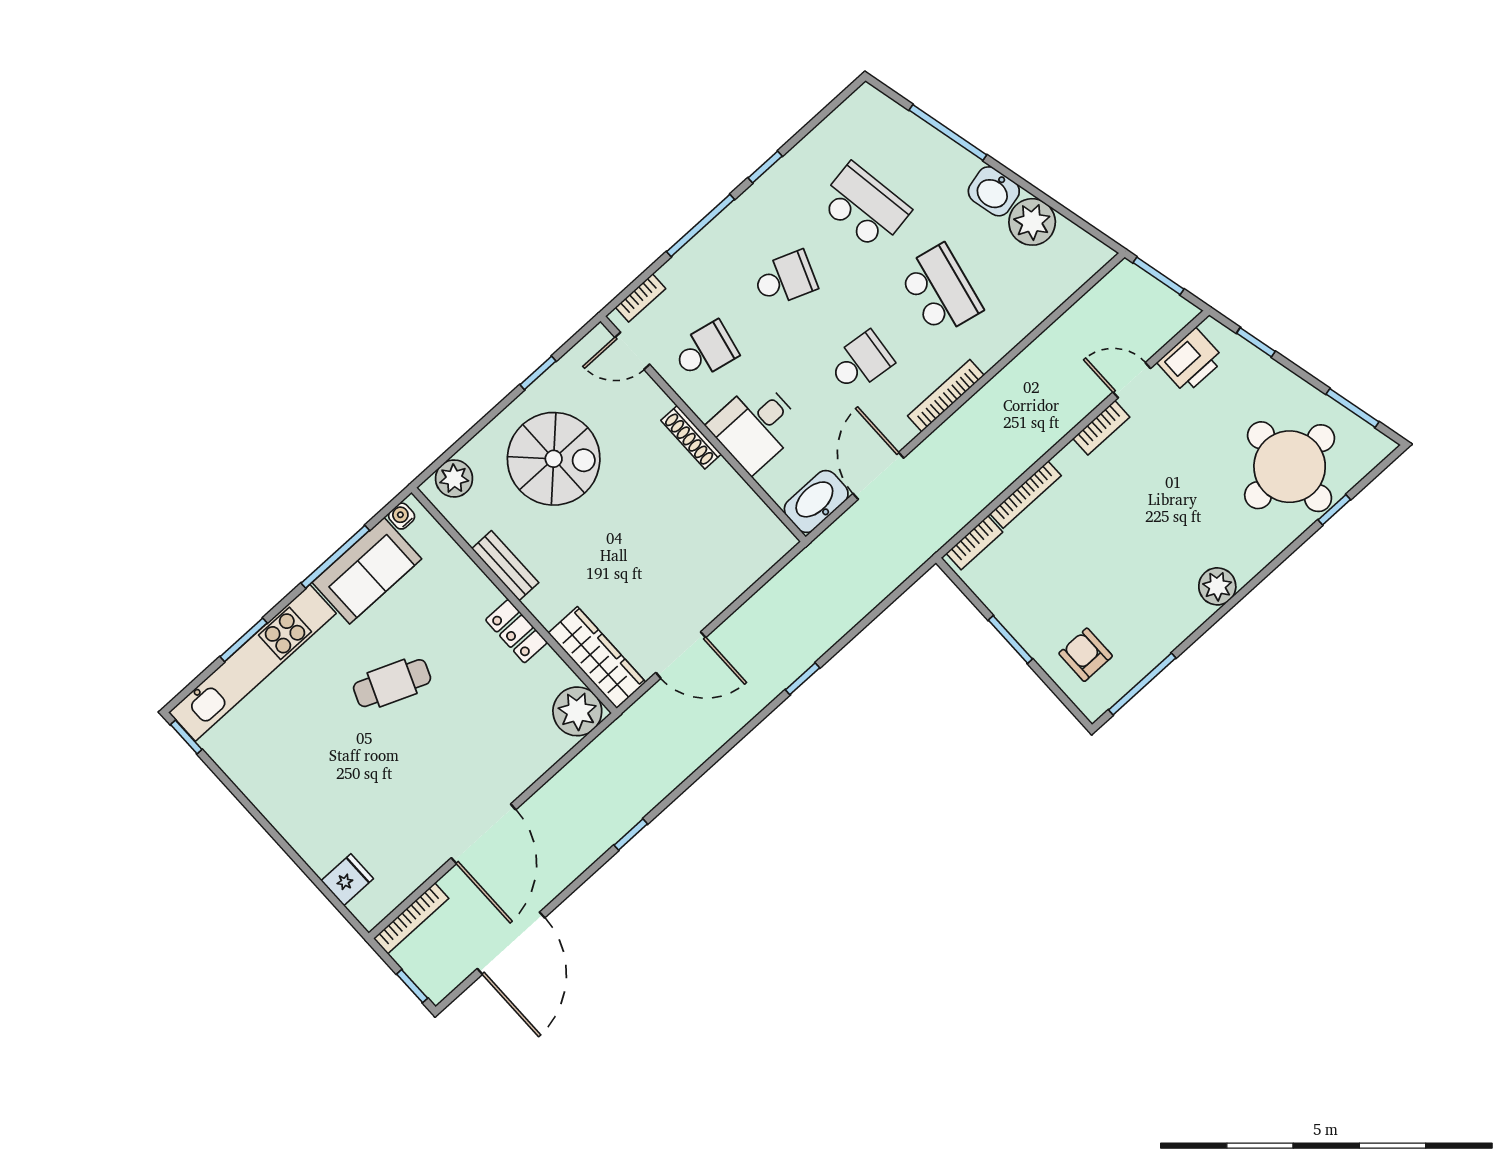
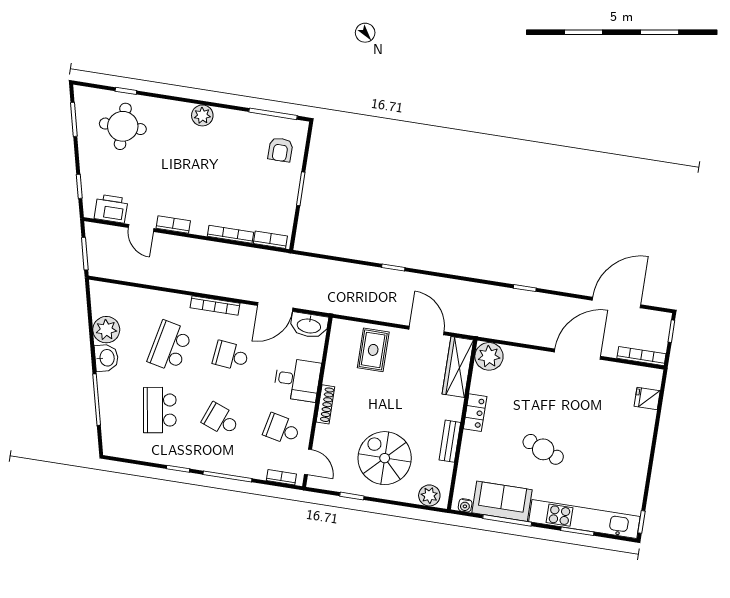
round table: (1290, 467) -> (123, 126), width x0.73, depth x0.73
rug: (713, 561) -> (373, 350), added

